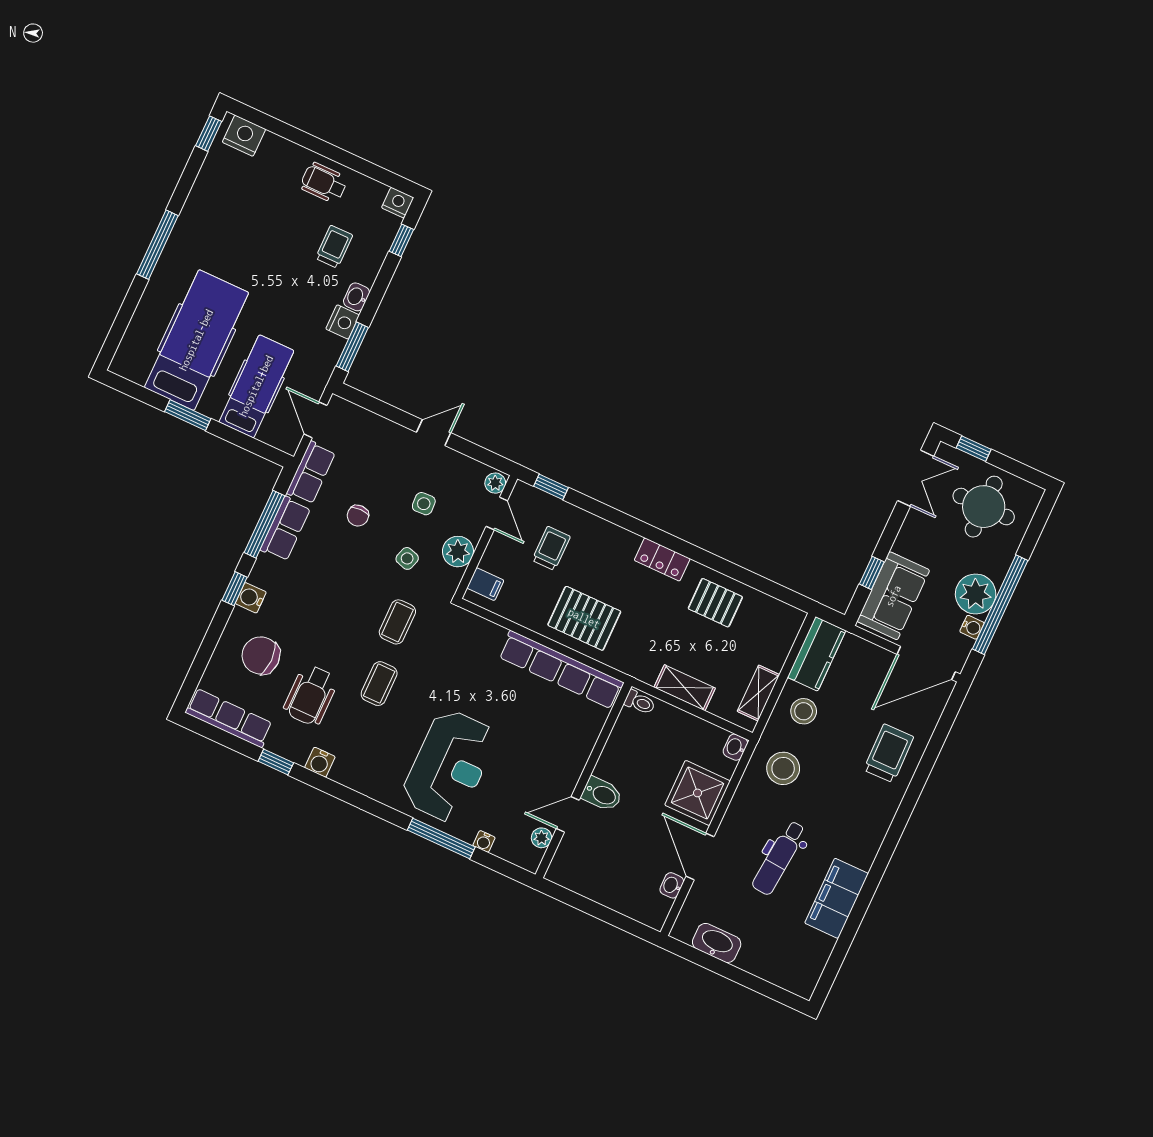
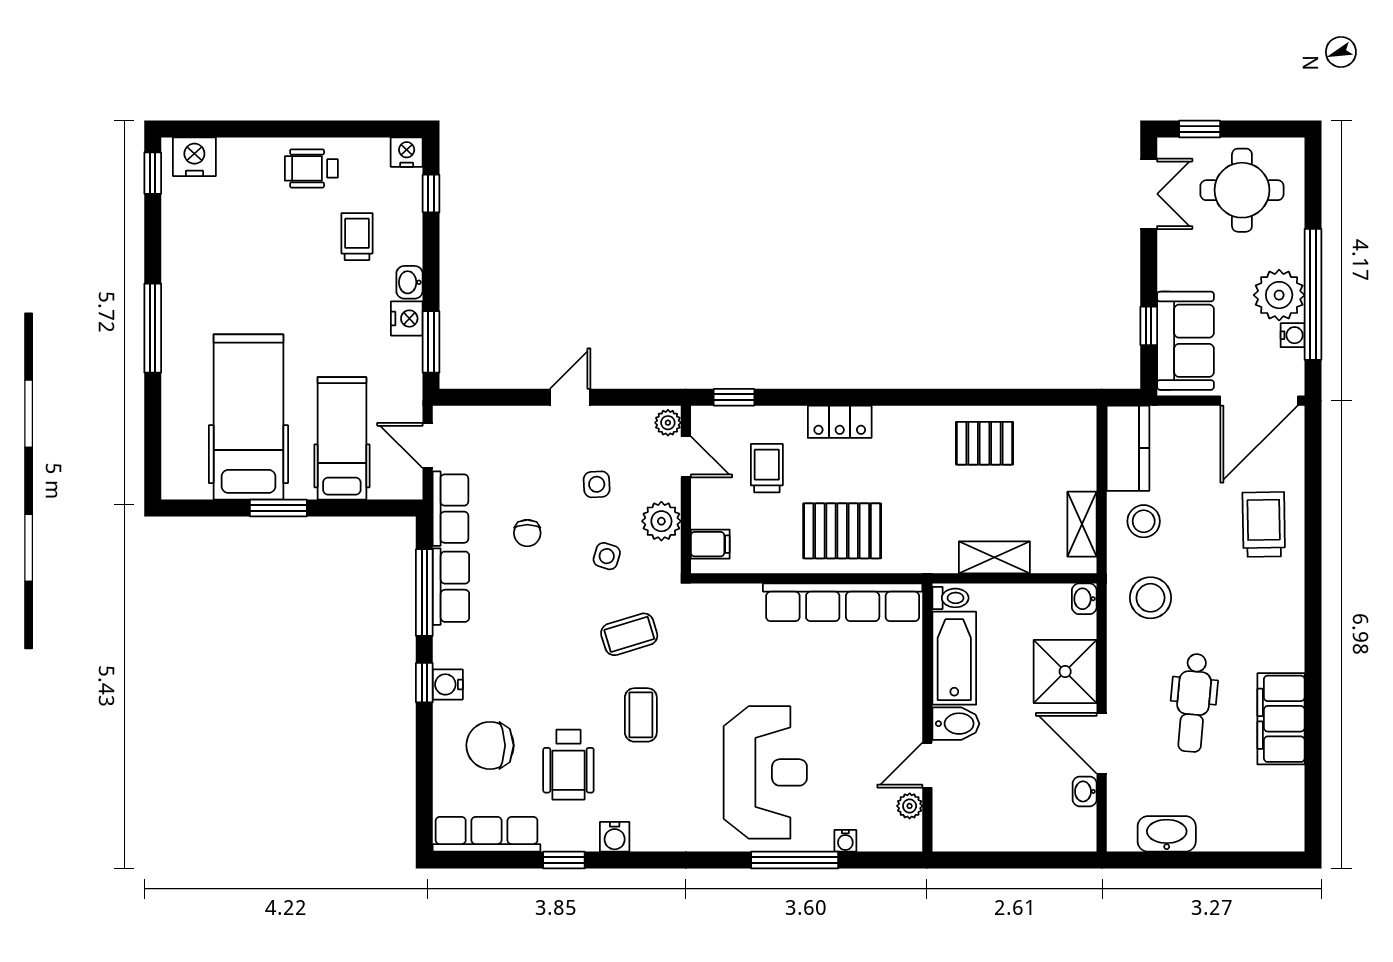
locker: (662, 559) -> (840, 422), moved
coffee table: (397, 622) -> (629, 634), turned 73
bathtub: (622, 747) -> (954, 658), added

